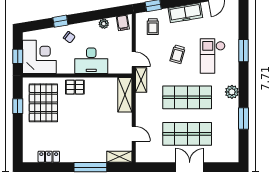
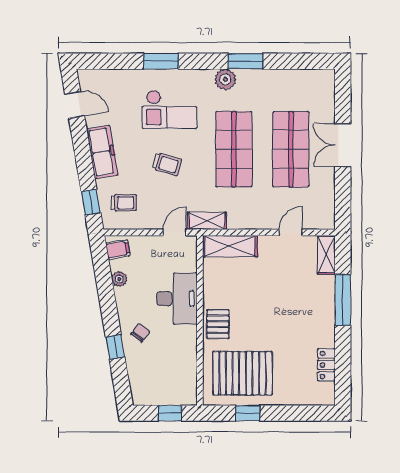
corner desk: (39, 57) -> (171, 379), removed
window: (244, 118) -> (245, 61), moved

